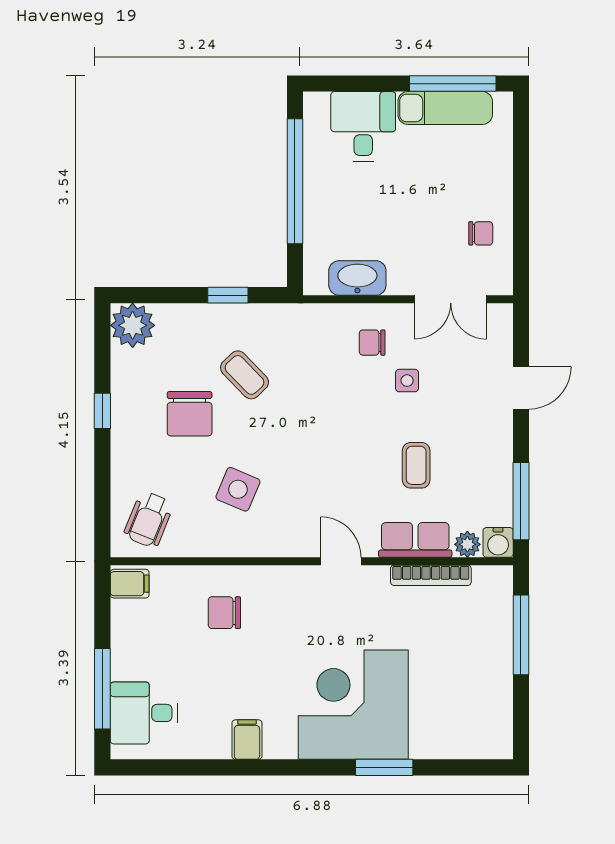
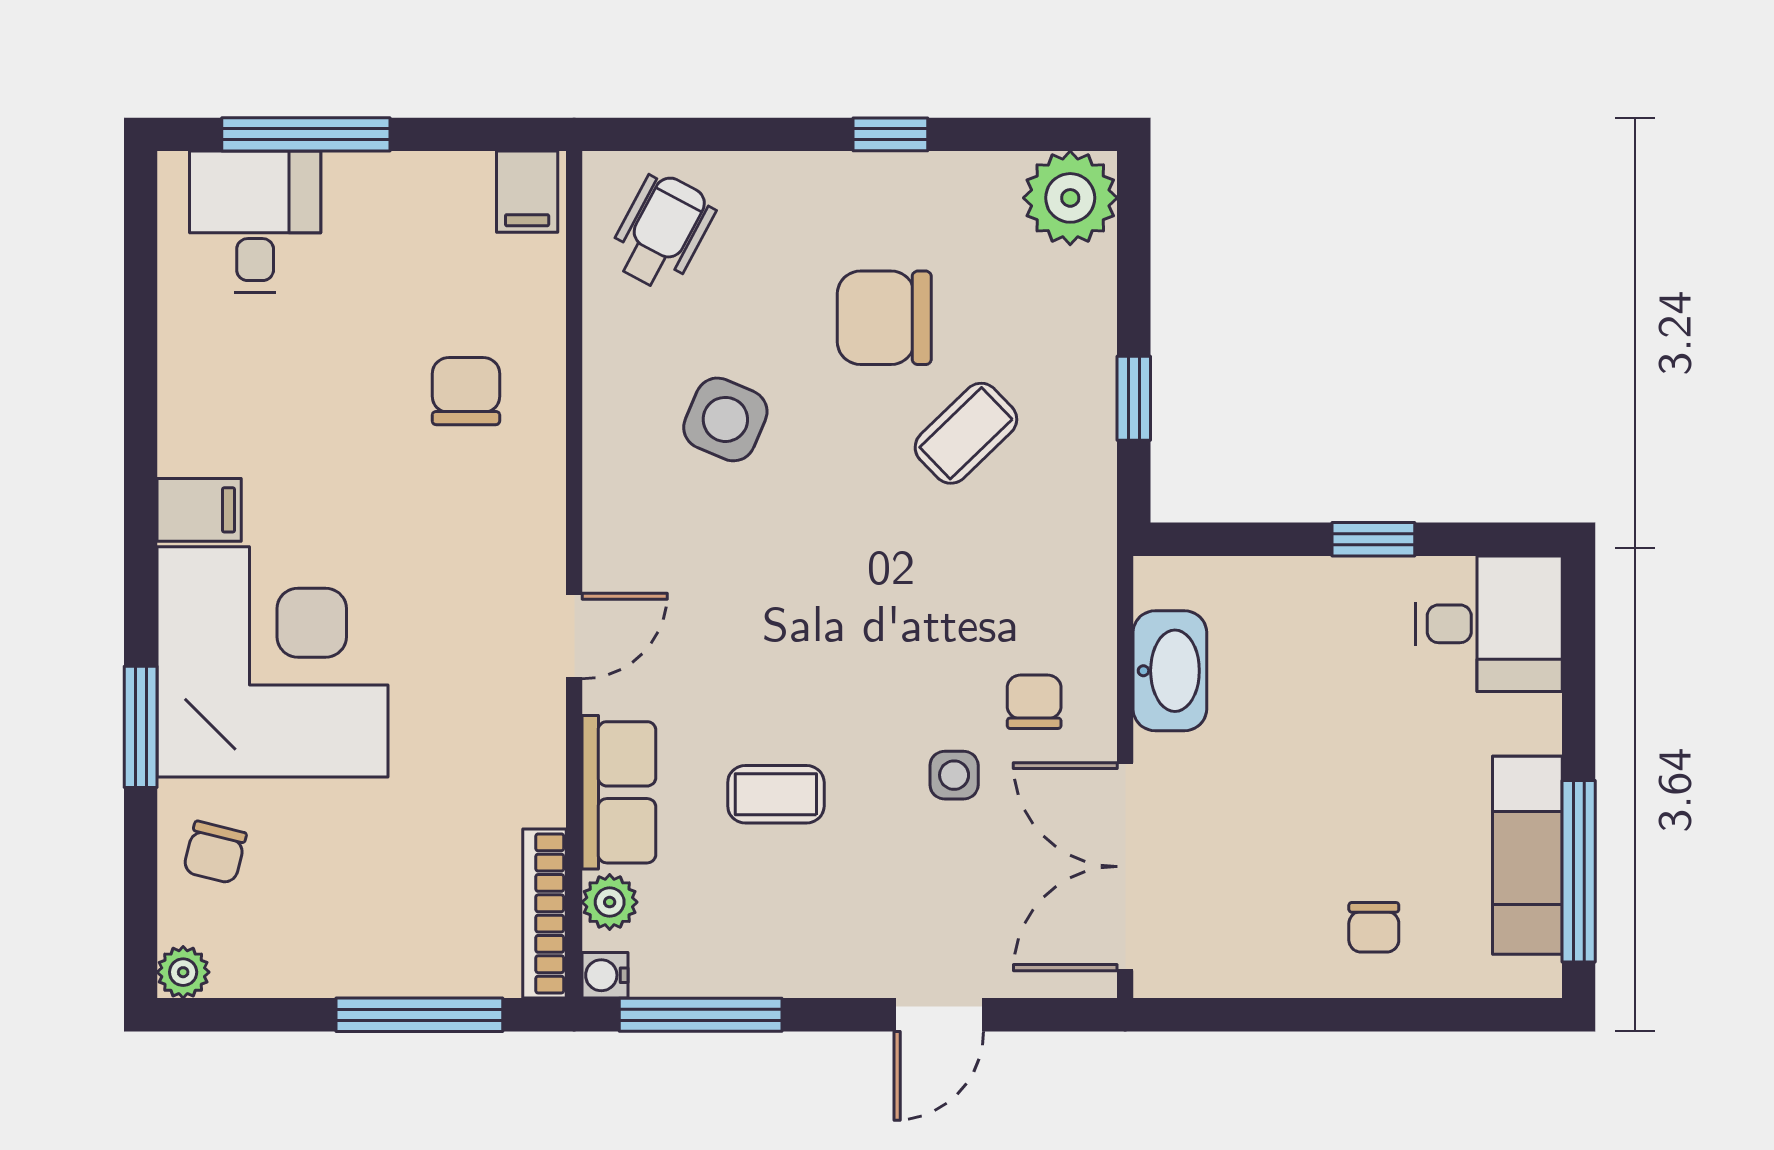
desk: (363, 126) -> (1489, 624), moved
window: (295, 181) -> (1373, 539), width x0.32
chair: (481, 233) -> (1374, 927), moved
double door: (451, 299) -> (1125, 867), width x1.37
door: (521, 388) -> (939, 1015), hinge flipped
wheelchair: (149, 520) -> (662, 232), turned 96
water cooler: (498, 542) -> (605, 975), width x0.72, depth x0.72
bookcase: (431, 575) -> (544, 913), moved
chair: (444, 732) -> (215, 852), added
filing cabinet: (247, 740) -> (199, 510), moved
plant: (501, 747) -> (183, 972), added

